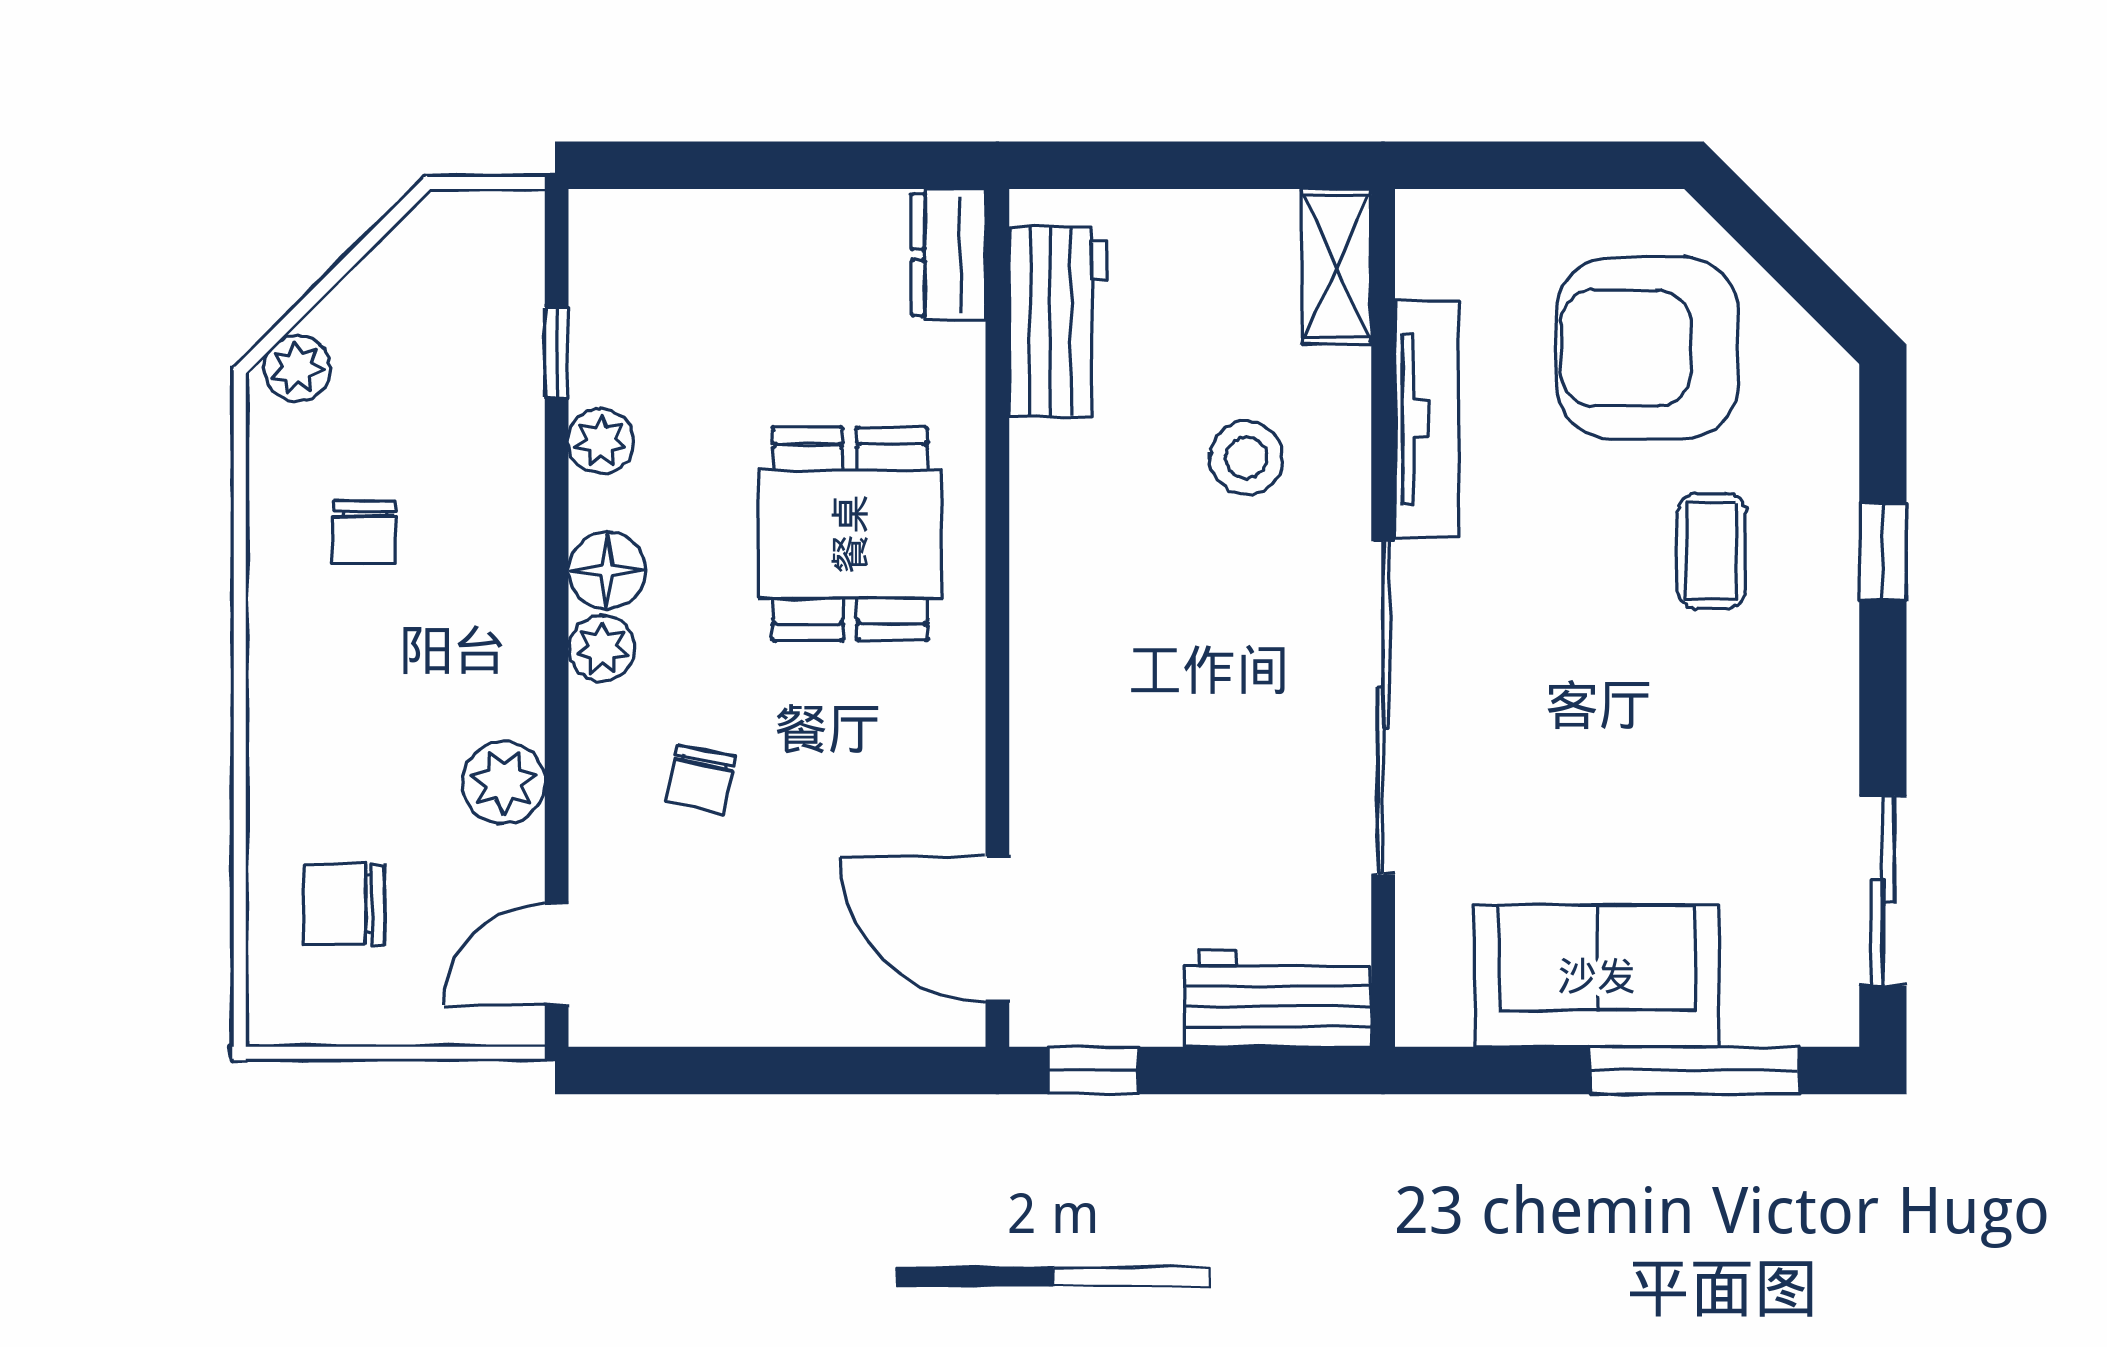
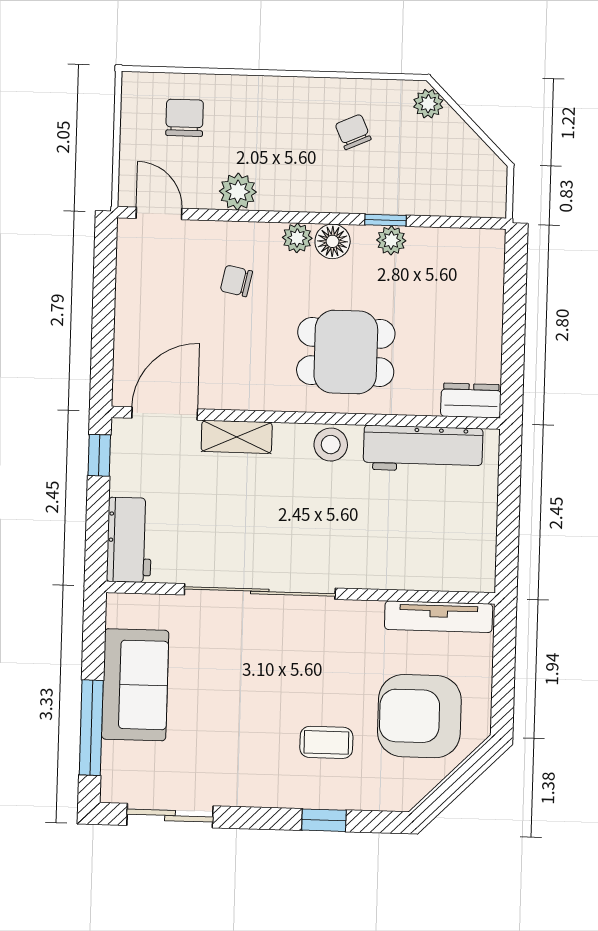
shelving: (1337, 266) -> (237, 437), moved
workbench: (1058, 322) -> (423, 449), width x1.37
armchair: (1647, 348) -> (419, 716), turned -90
window: (557, 352) -> (386, 220), moved
tv unit: (1427, 419) -> (439, 617), moved
stool: (1246, 458) -> (331, 445), moved
chair: (364, 532) -> (353, 132), turned 66

